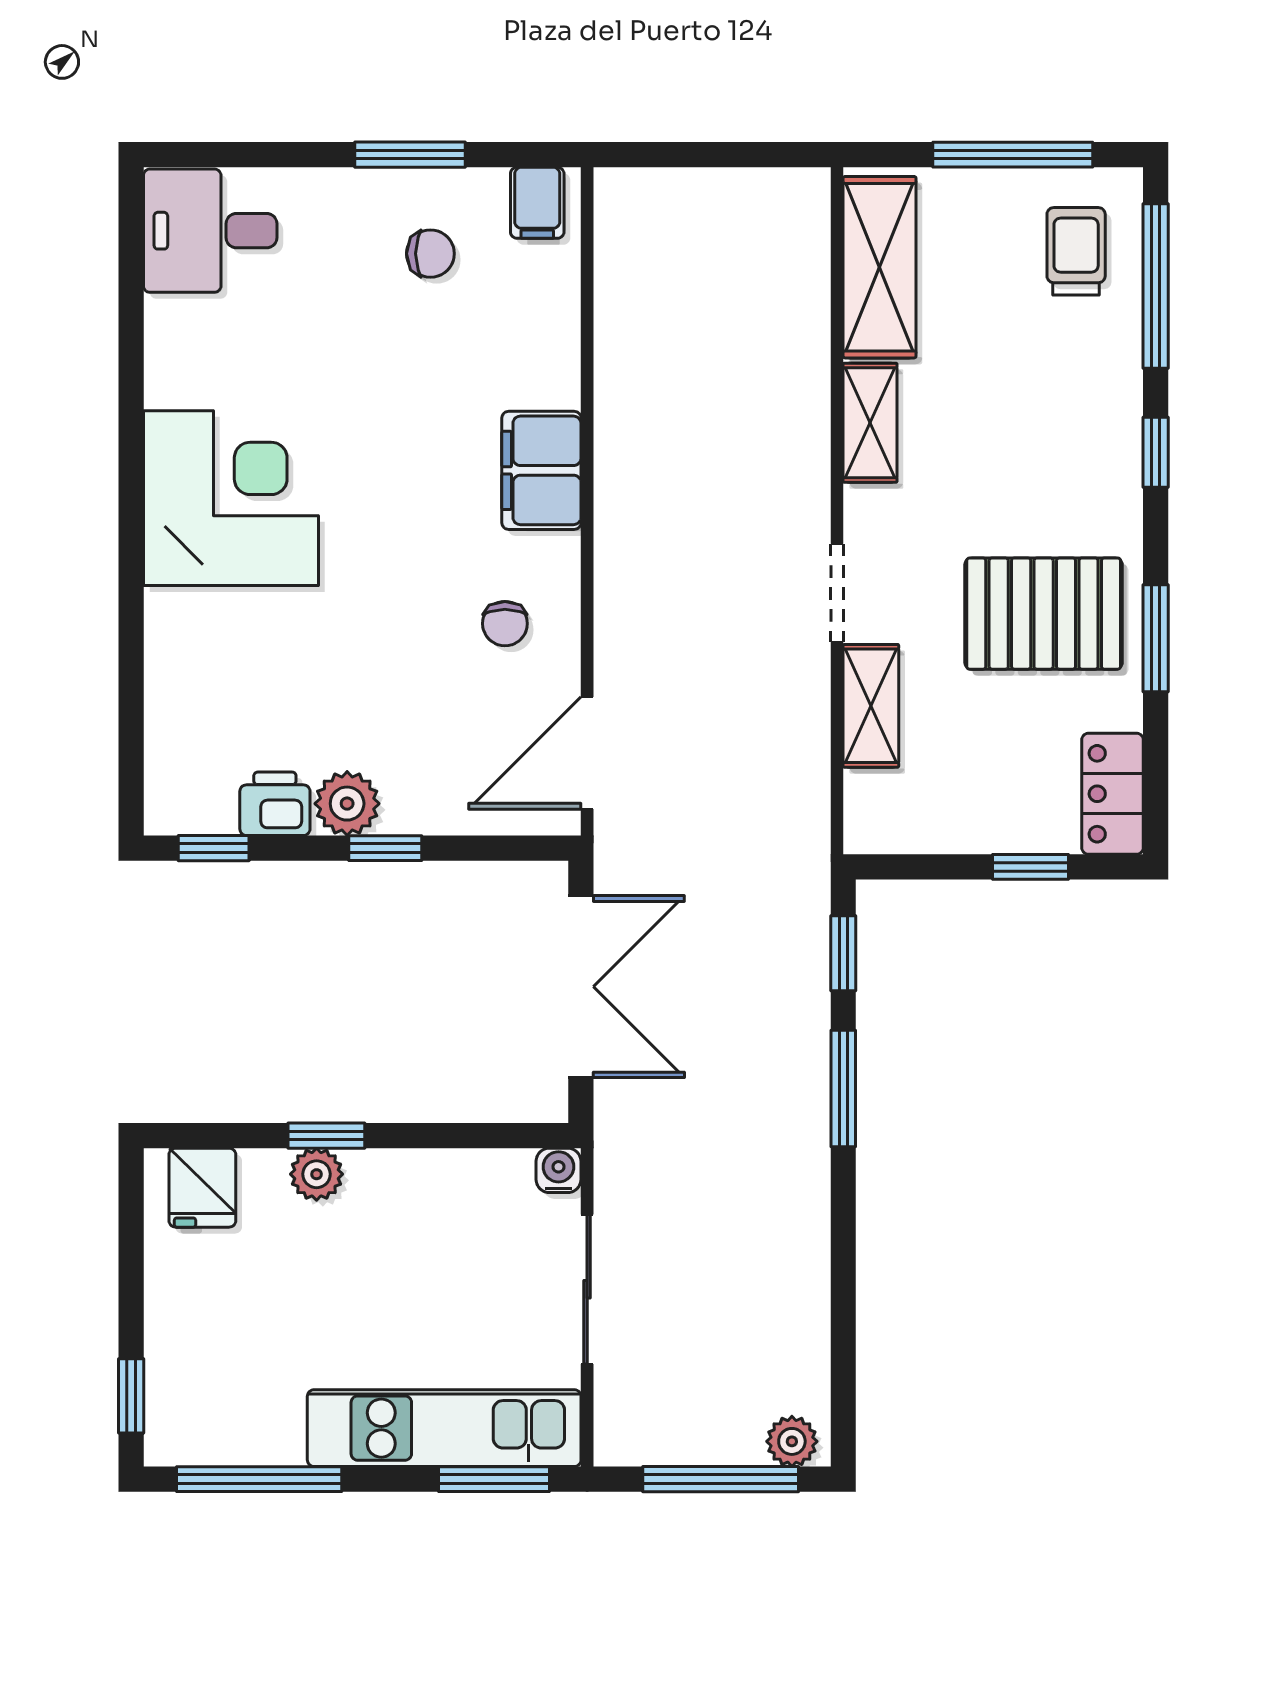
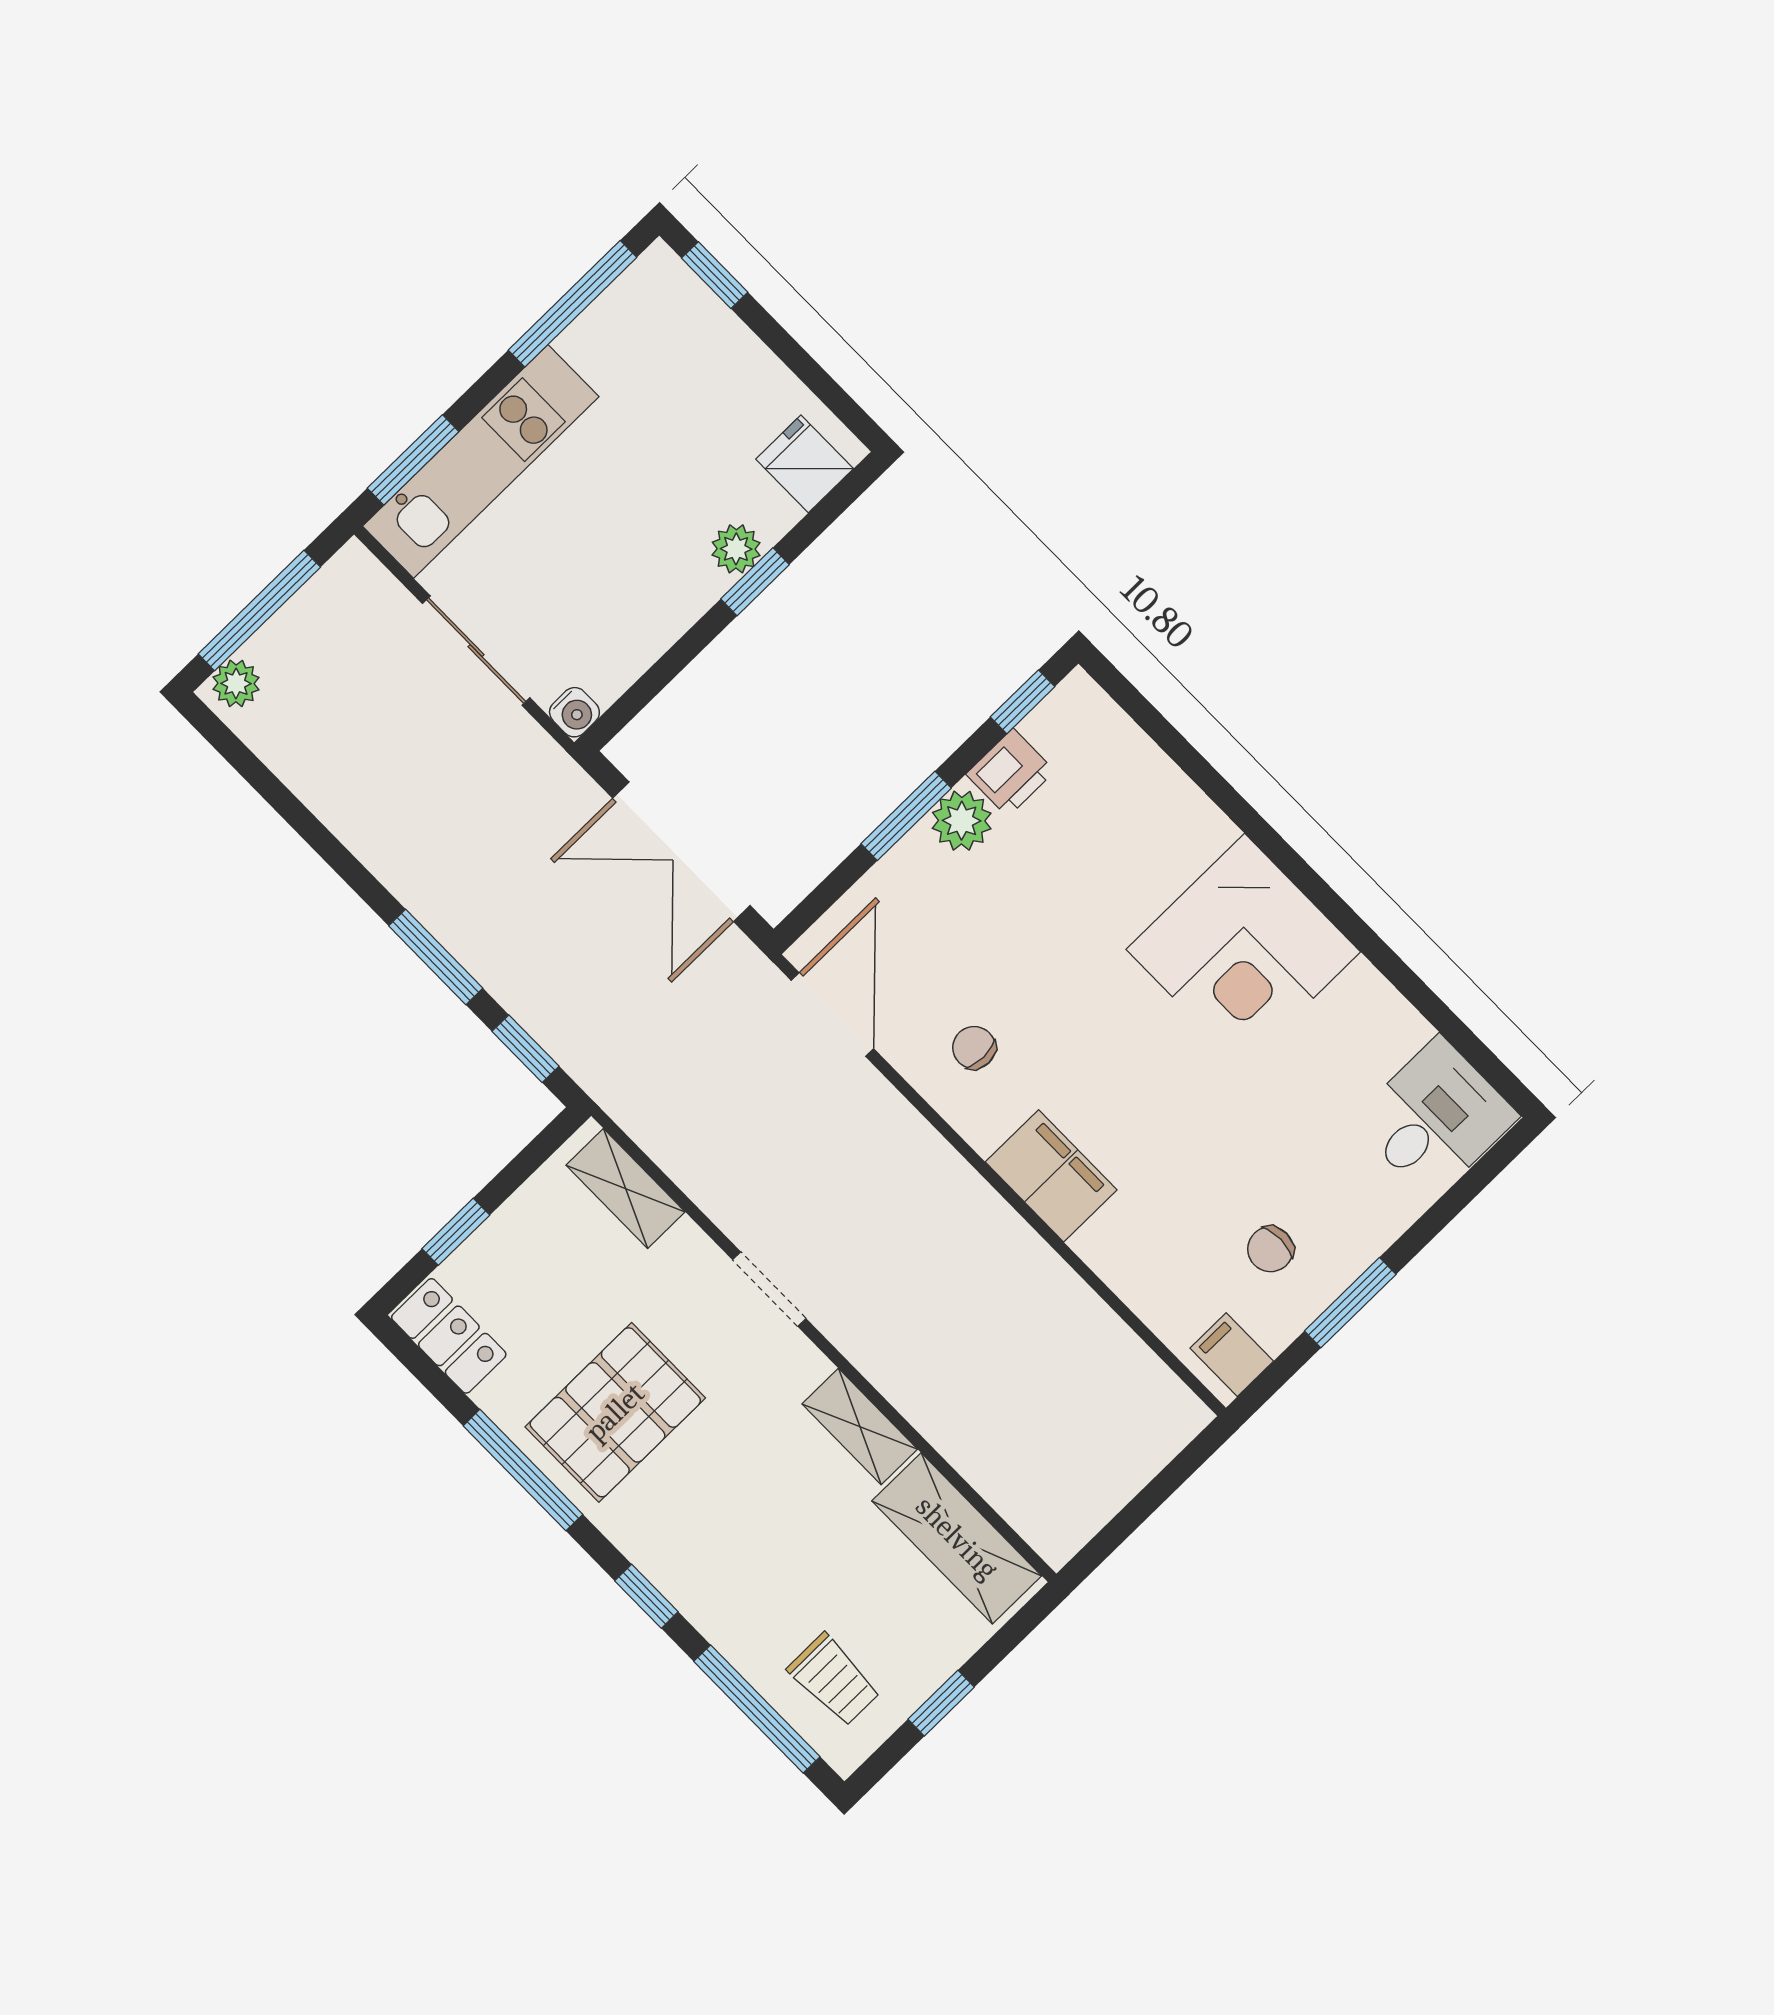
window: (1013, 155) -> (941, 1703), width x0.46
window: (1156, 638) -> (523, 1470), width x1.44
shelving: (871, 706) -> (626, 1188), moved
window: (385, 848) -> (906, 816), width x1.50

